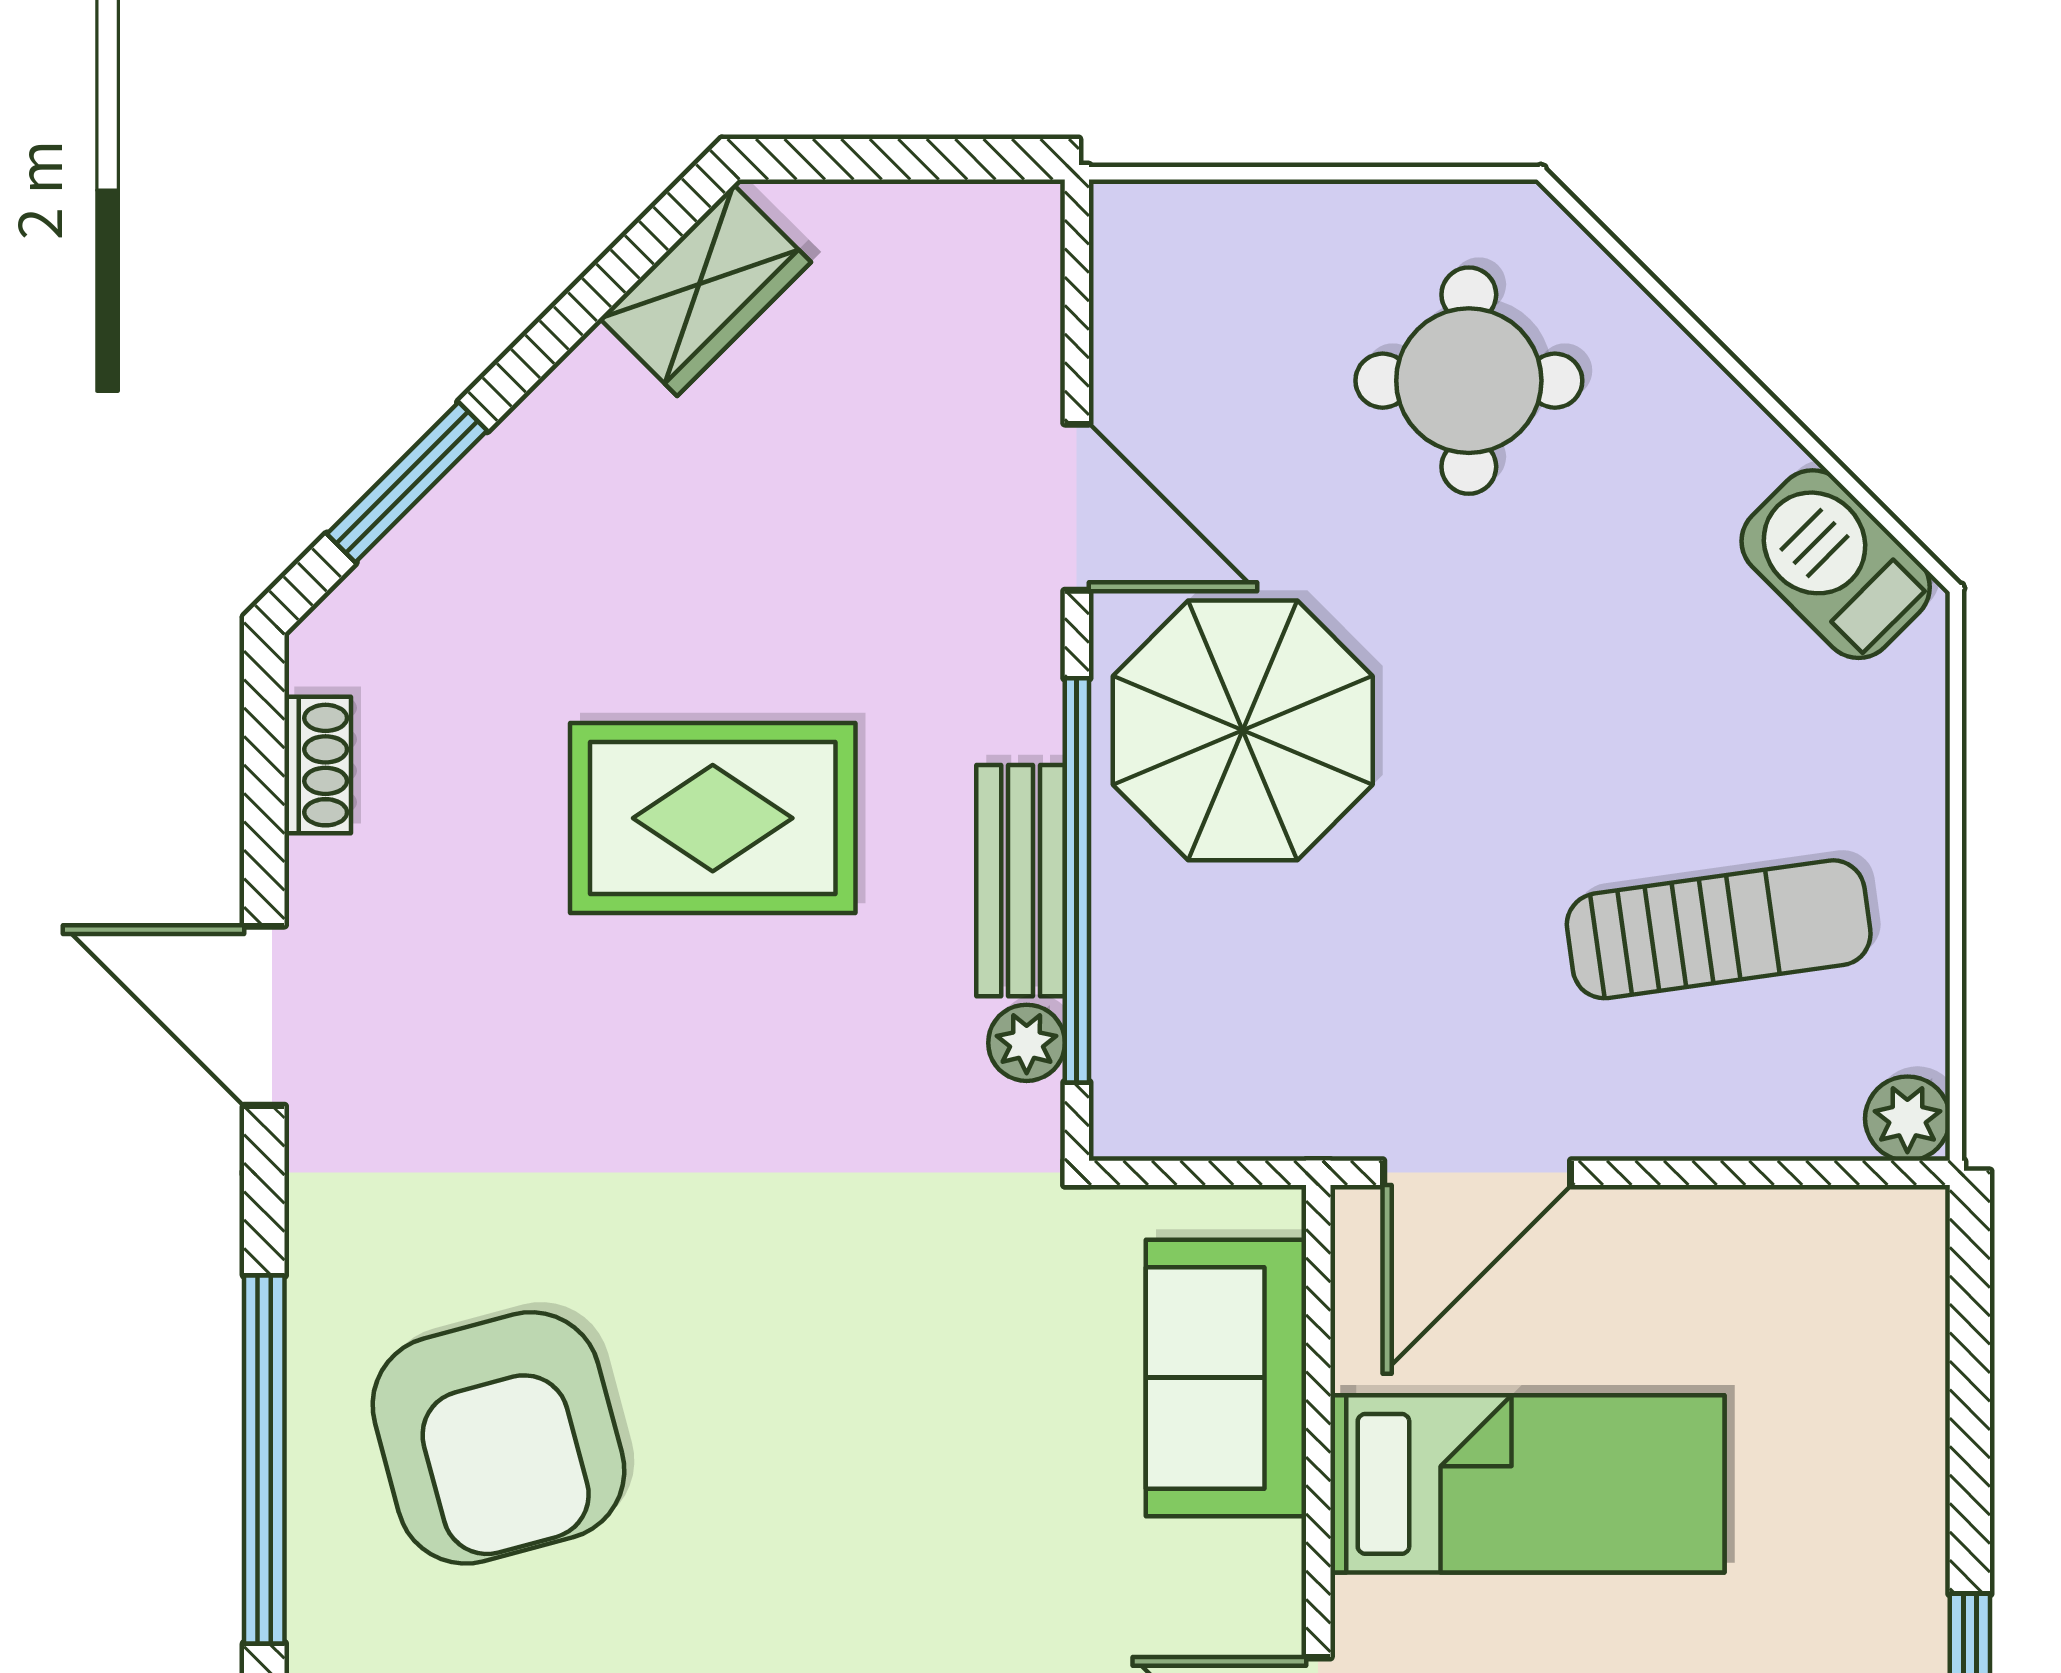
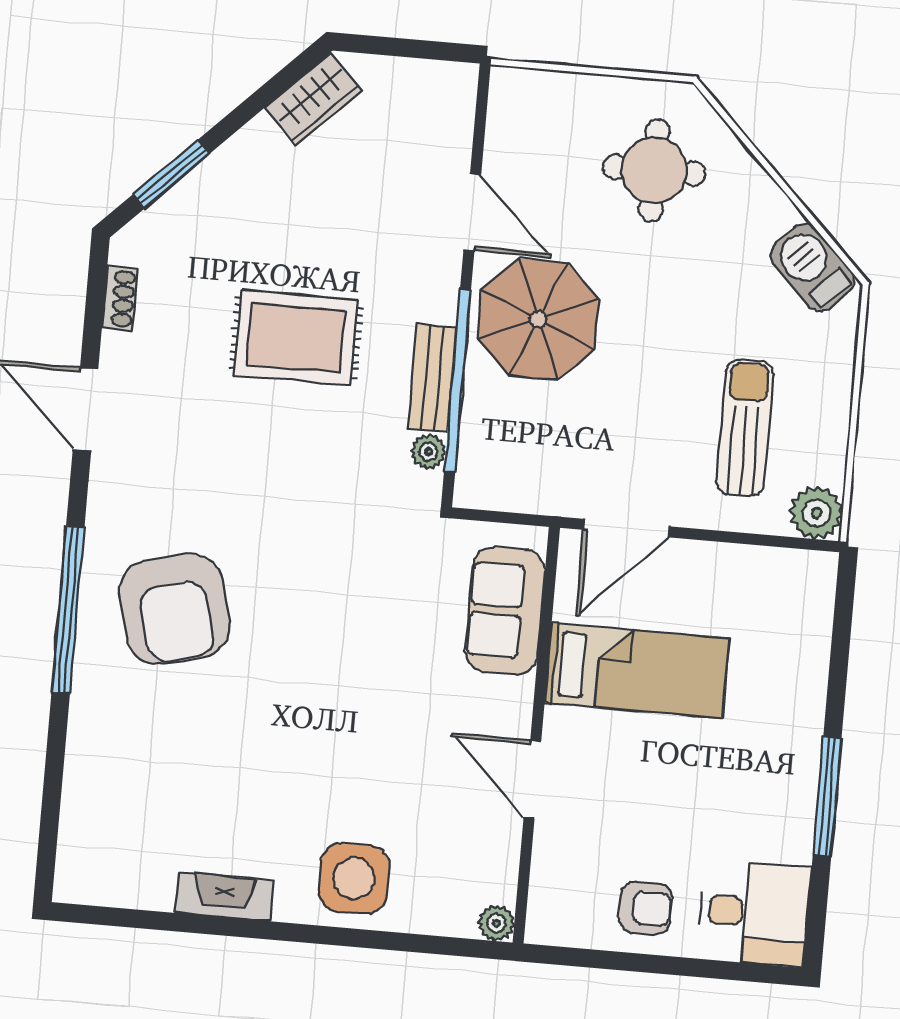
sun lounger: (1719, 929) -> (745, 428), turned -82
plant: (1907, 1119) -> (816, 513), width x1.38, depth x1.38

